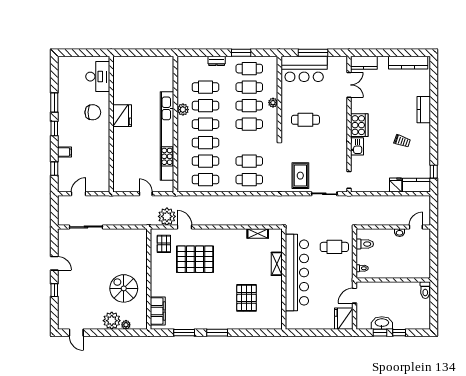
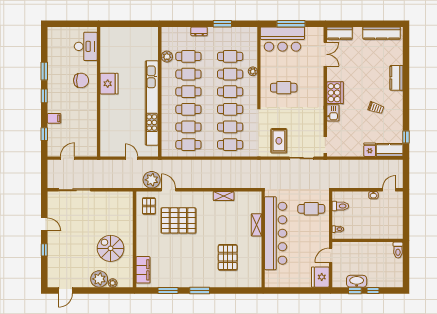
cafe table: (249, 69) -> (230, 109), moved
plant: (183, 110) -> (167, 57), moved
shelving: (258, 233) -> (224, 196), moved
door: (76, 333) -> (65, 290), hinge flipped

